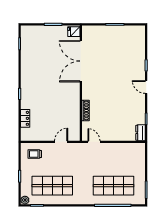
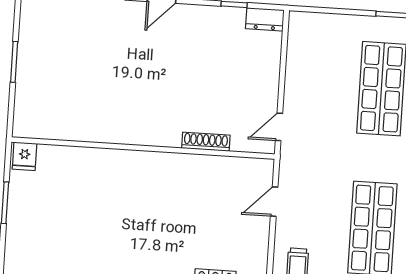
double door: (81, 61) -> (93, 145), removed
door: (61, 142) -> (274, 202), hinge flipped

